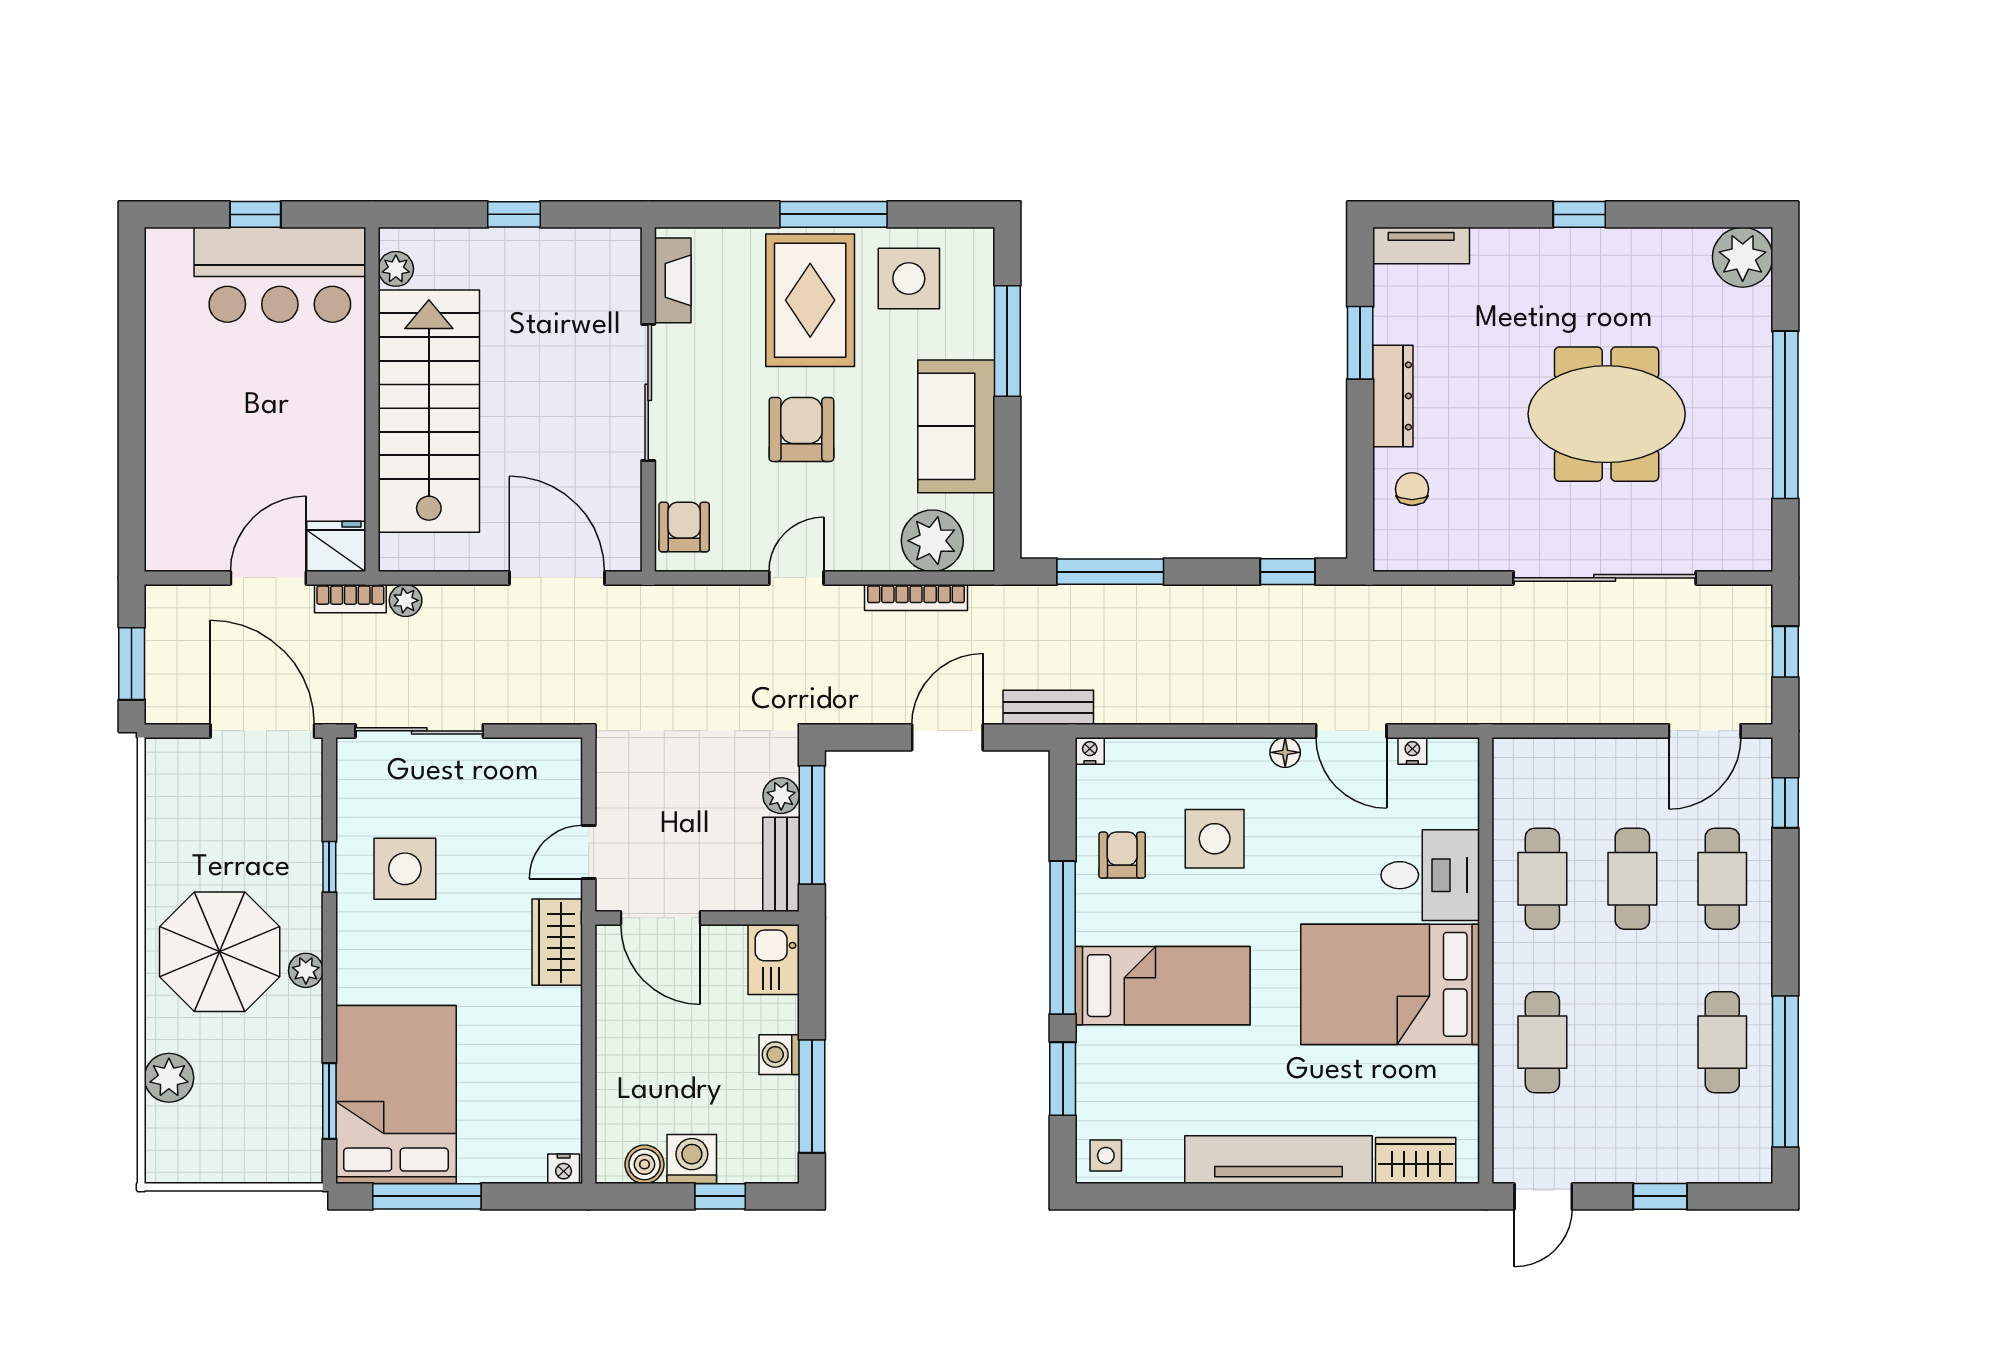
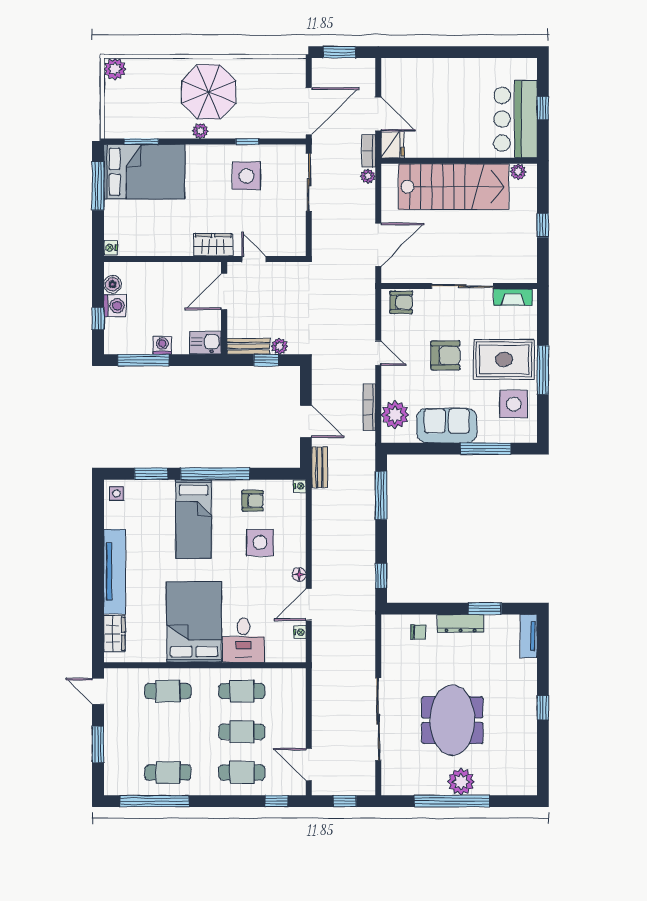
plant: (1743, 257) -> (461, 782), moved
window: (812, 825) -> (266, 360), width x0.46
plant: (169, 1078) -> (115, 69), moved
window: (1660, 1196) -> (98, 744), width x1.50

